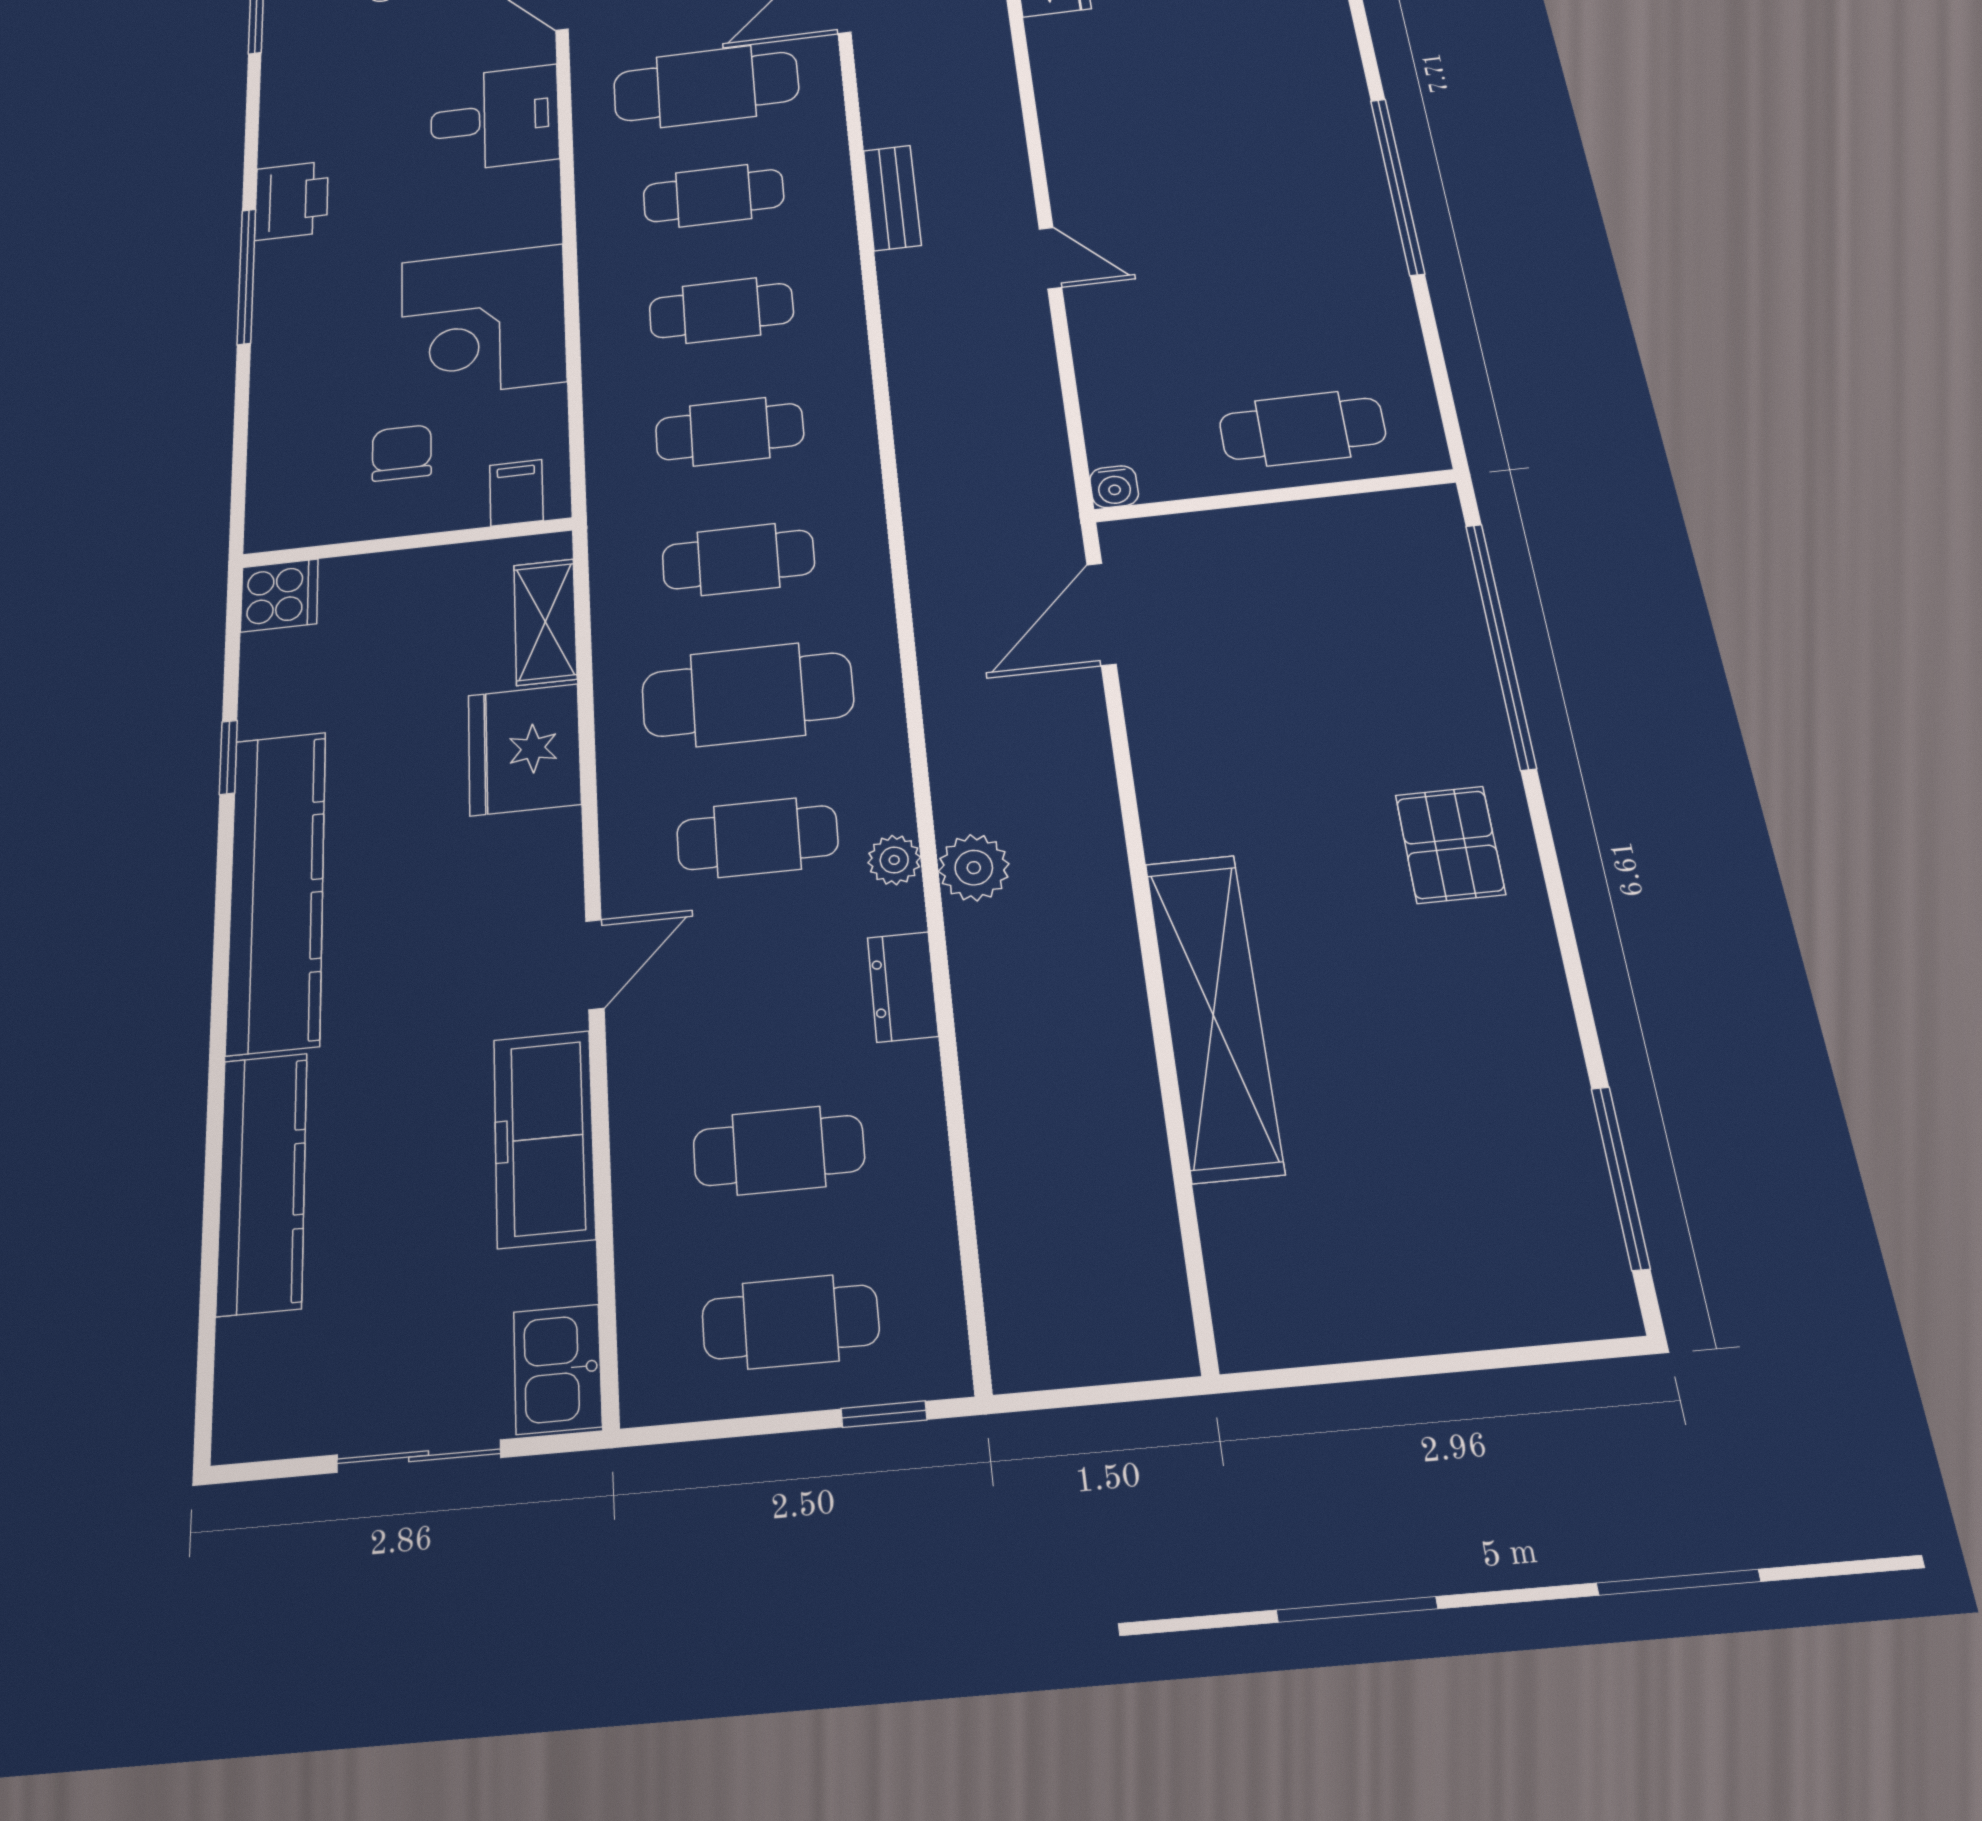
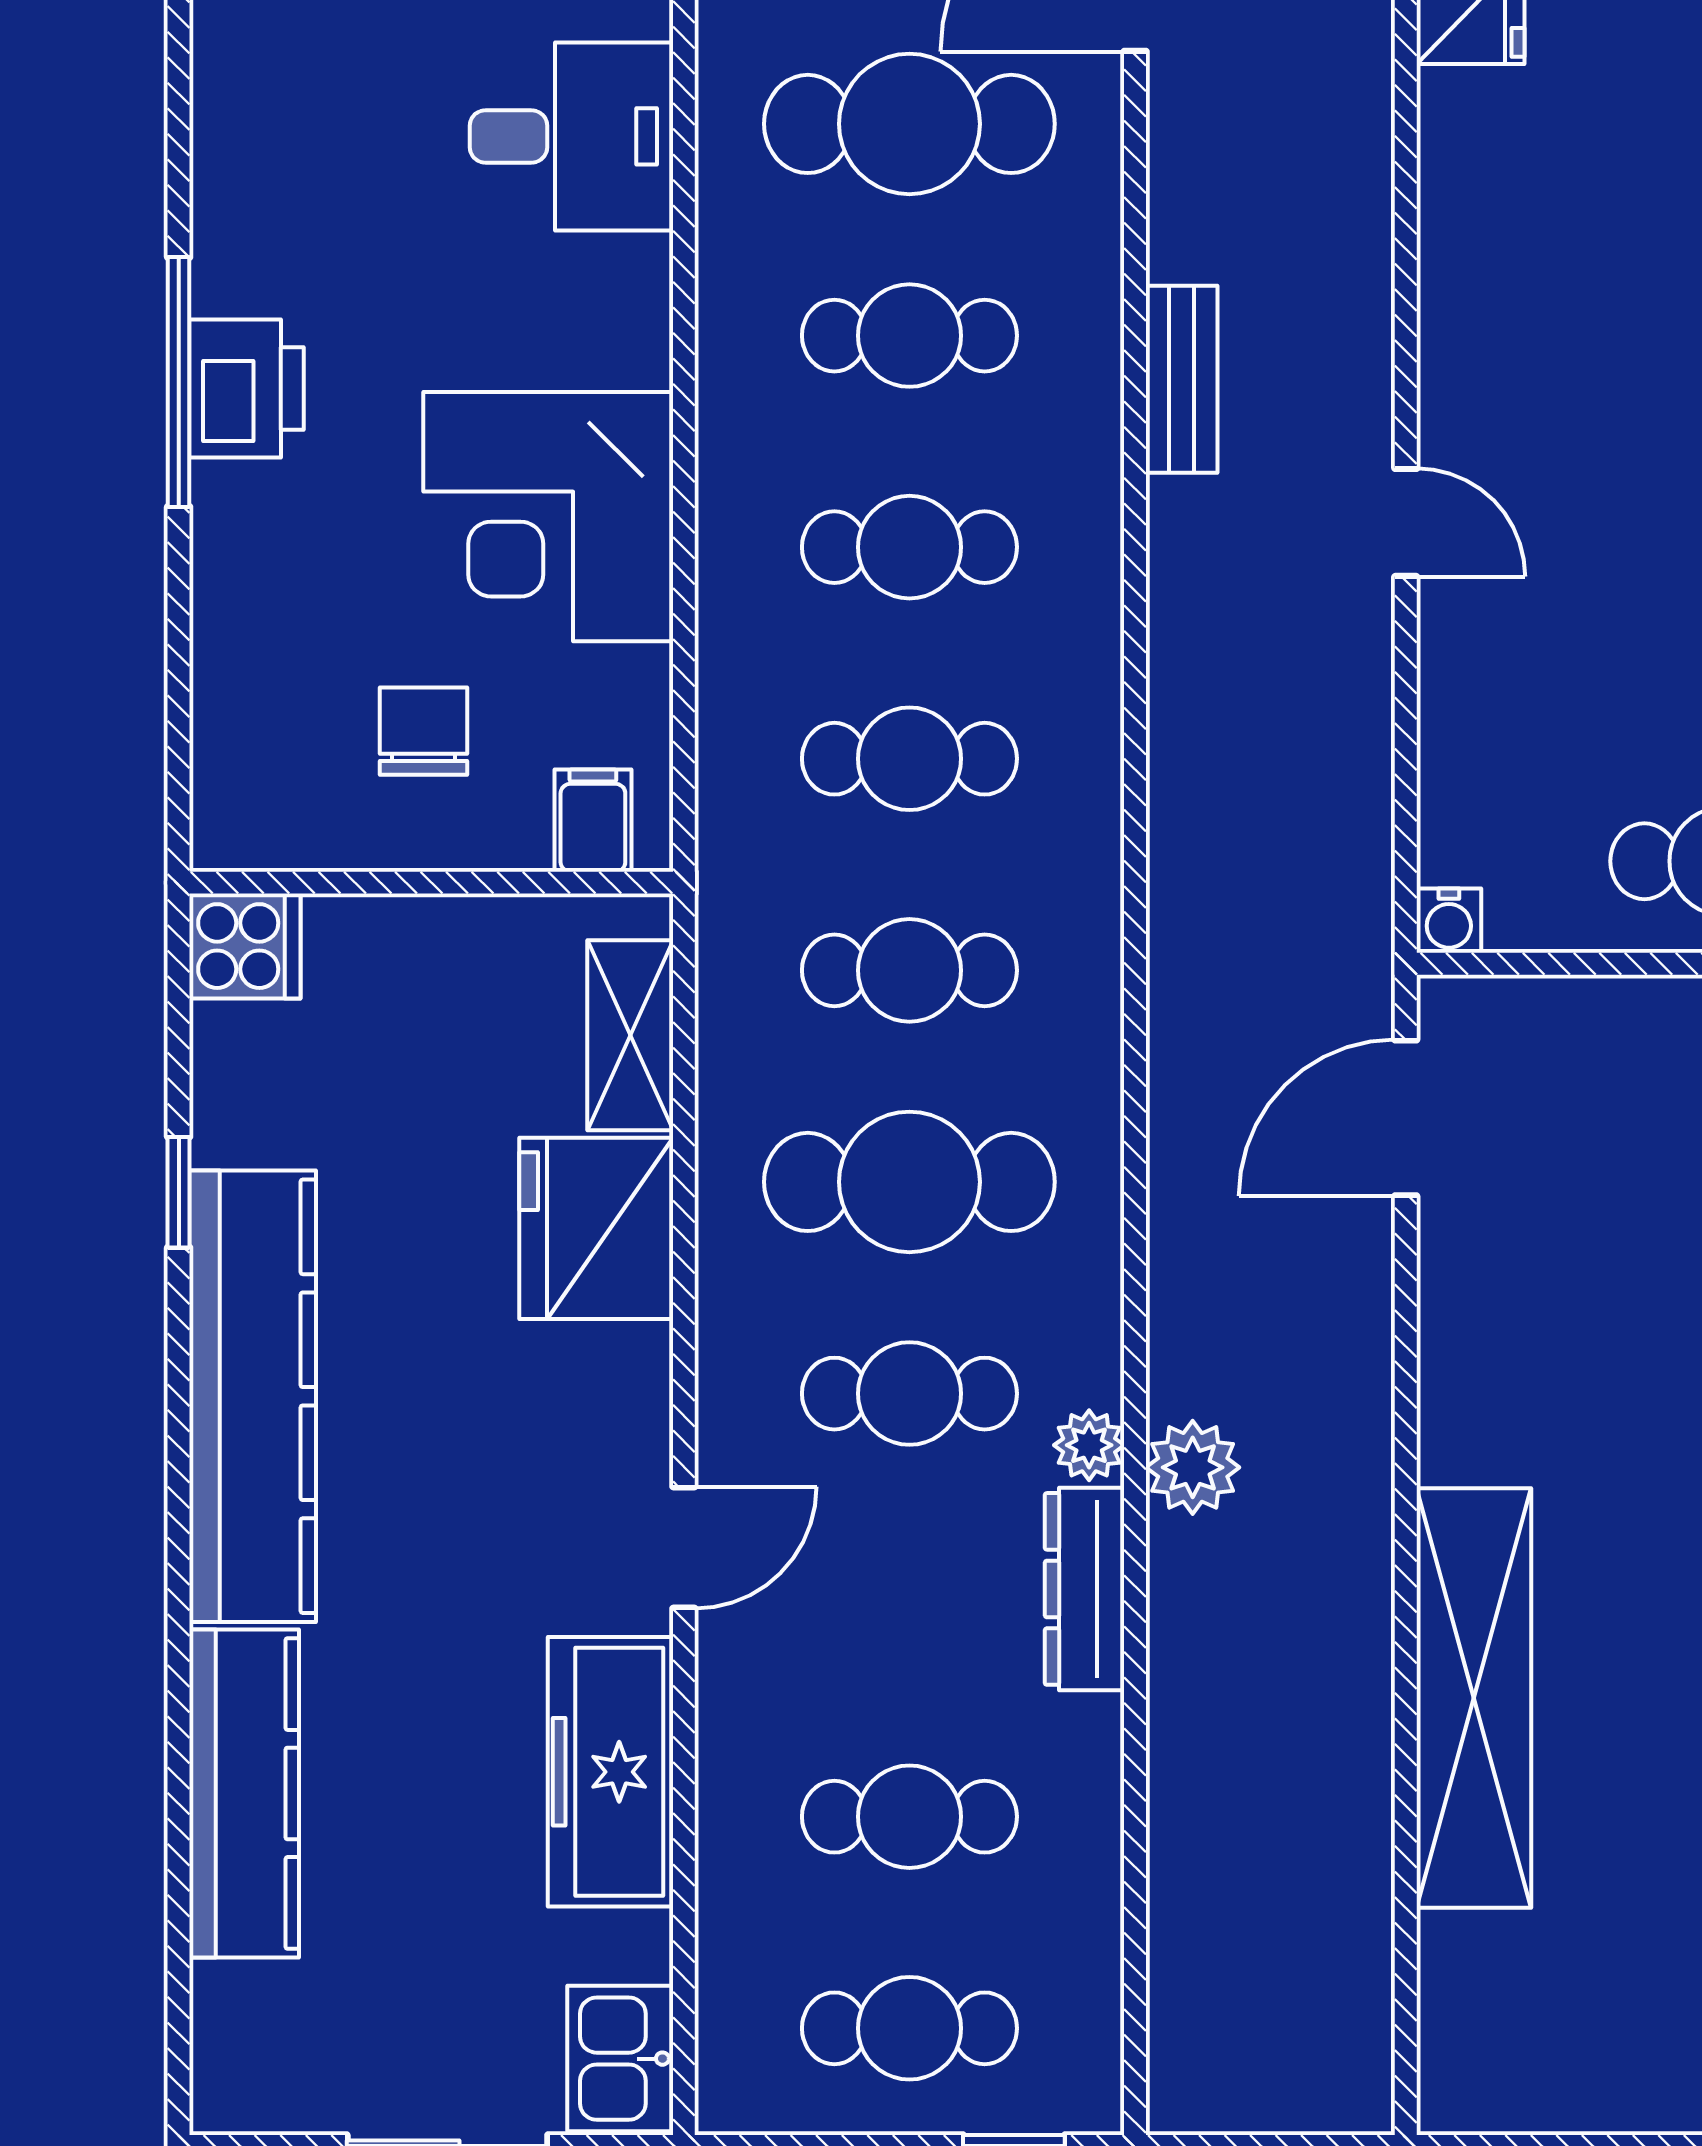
printer: (292, 200) -> (247, 388), moved
dresser: (903, 987) -> (1085, 1589), width x1.44

